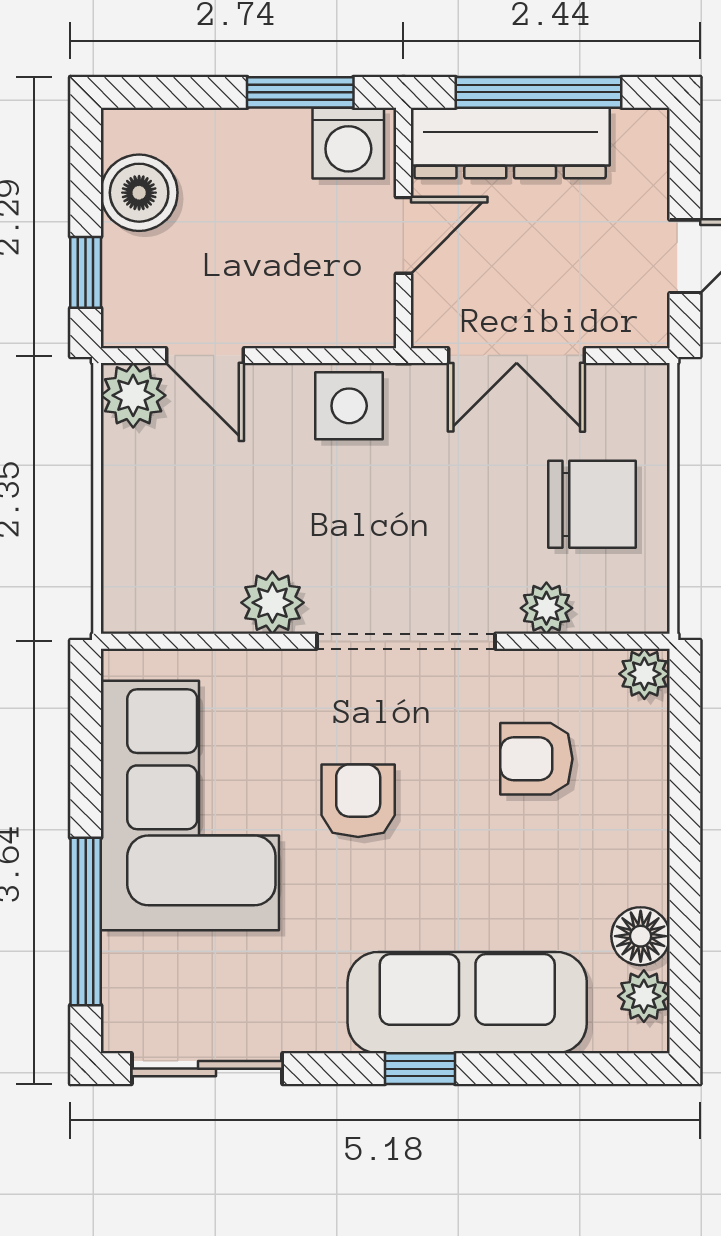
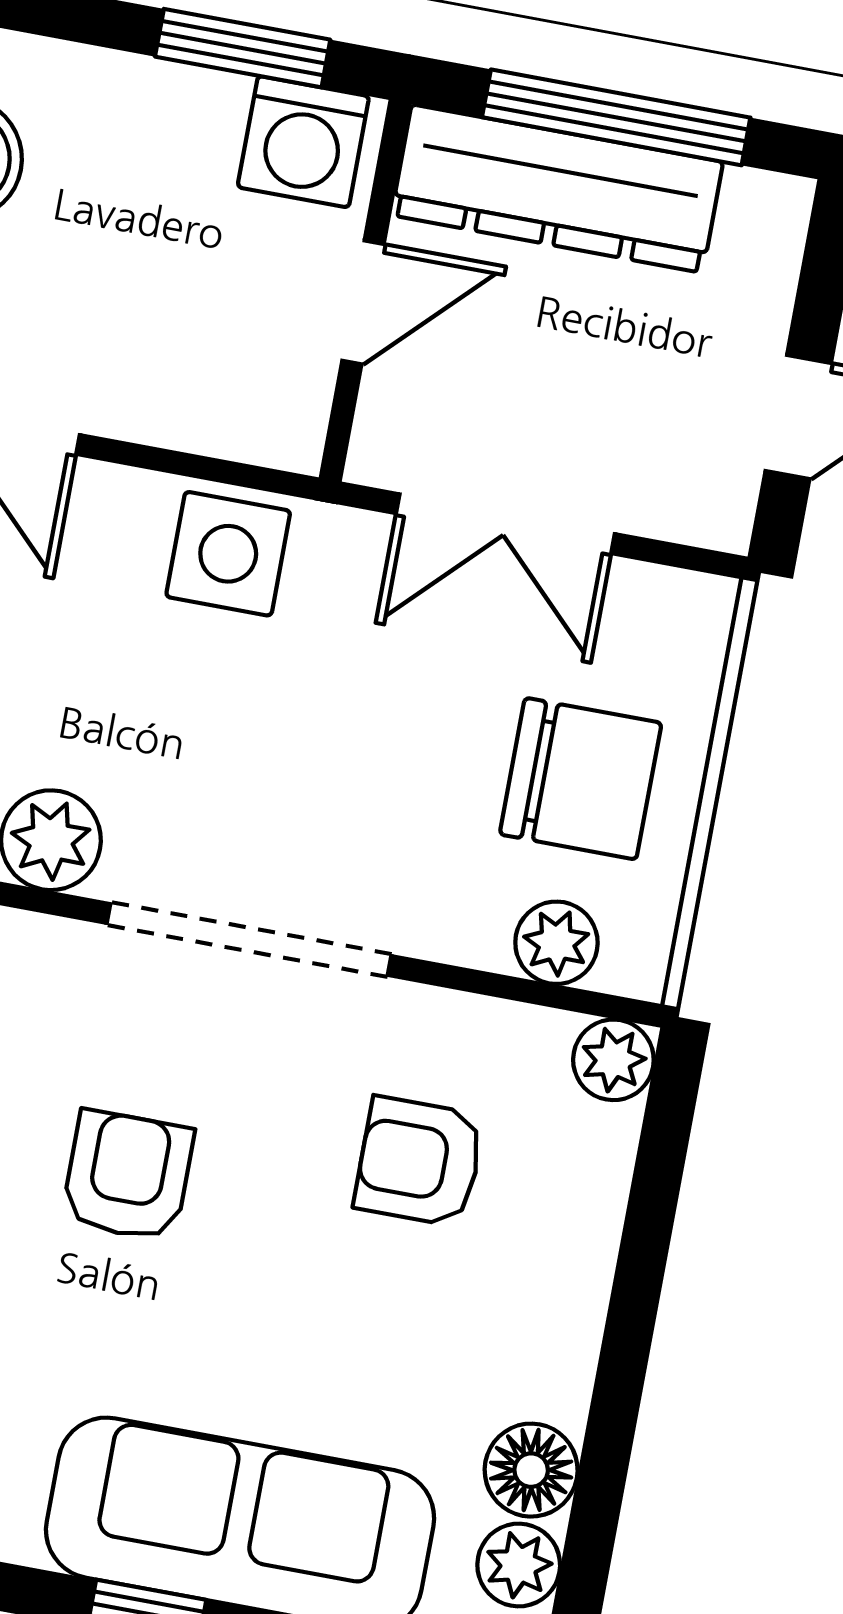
plant: (546, 608) -> (556, 943), moved

